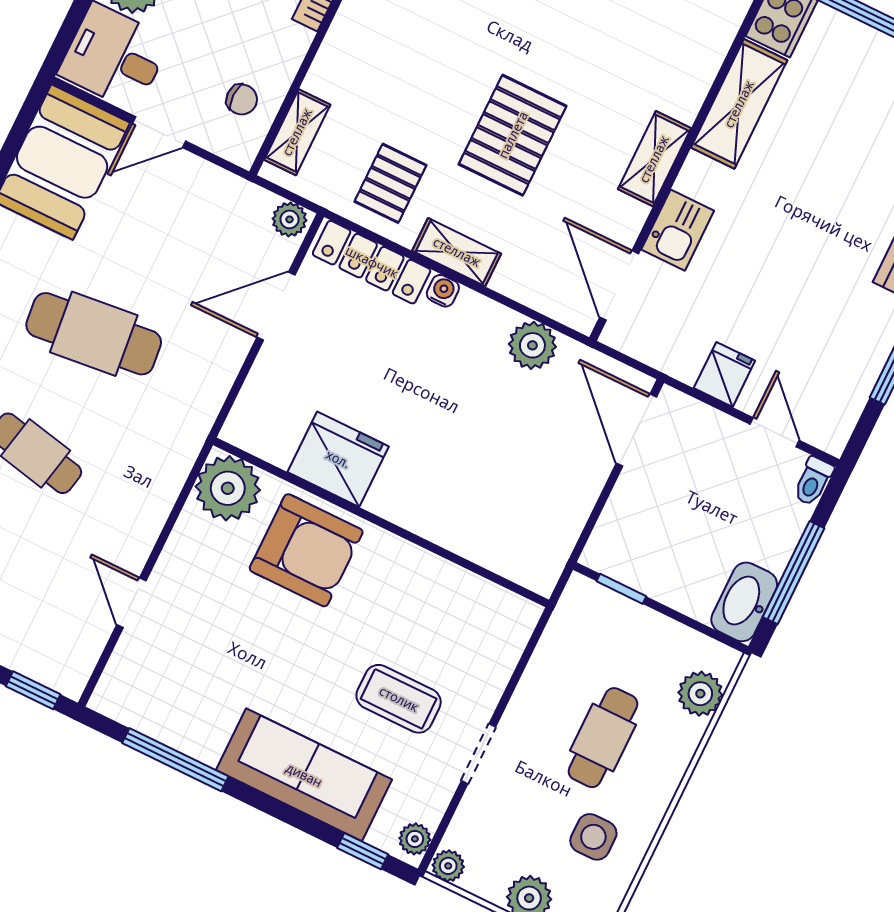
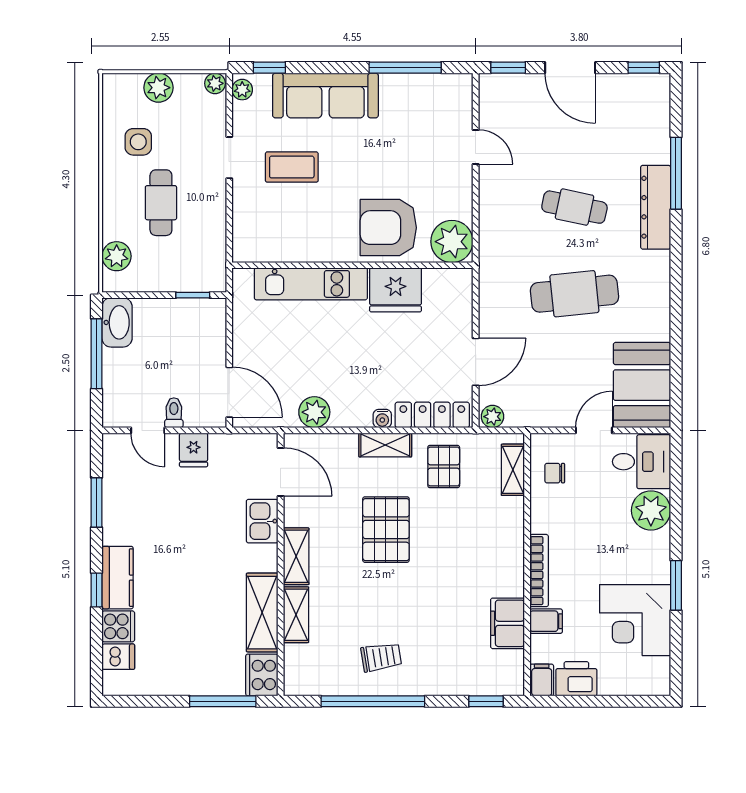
shelving: (694, 78) -> (296, 615), added
toilet: (813, 481) -> (174, 413), moved
kitchen unit: (451, 525) -> (311, 284), added

